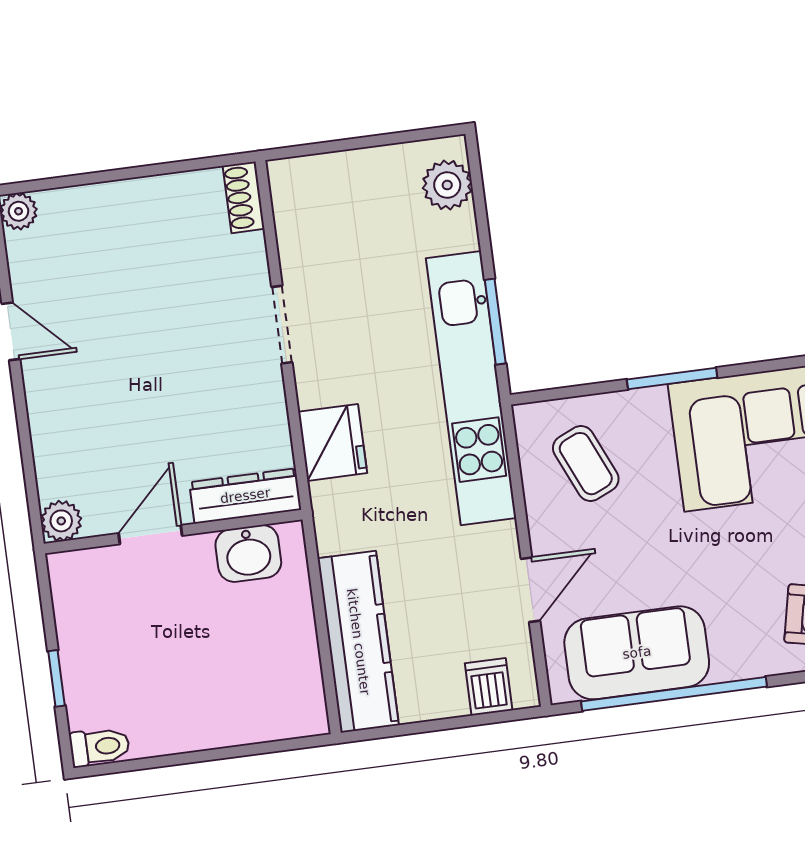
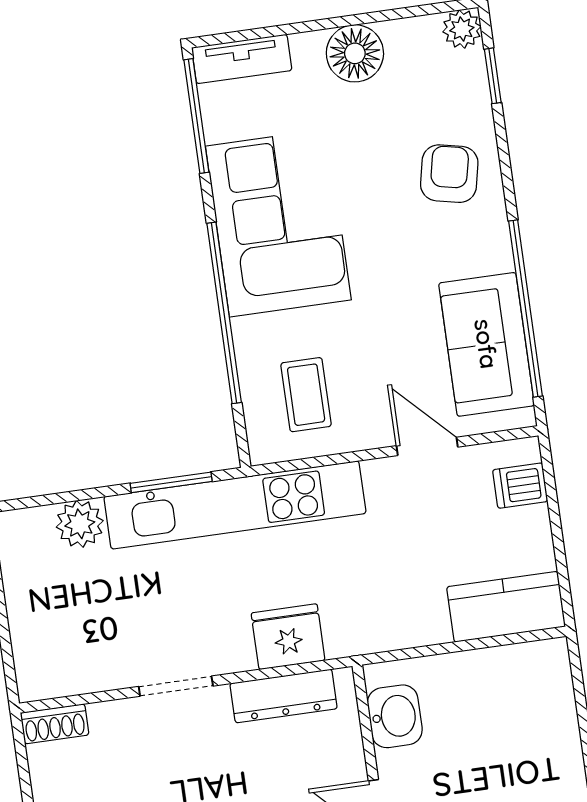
plant: (447, 185) -> (80, 524), moved
window: (672, 378) -> (224, 313), width x2.11
coffee table: (586, 464) -> (306, 395), turned -66
dresser: (245, 496) -> (284, 696), moved, turned -90
kitchen counter: (358, 642) -> (506, 607), width x0.67

